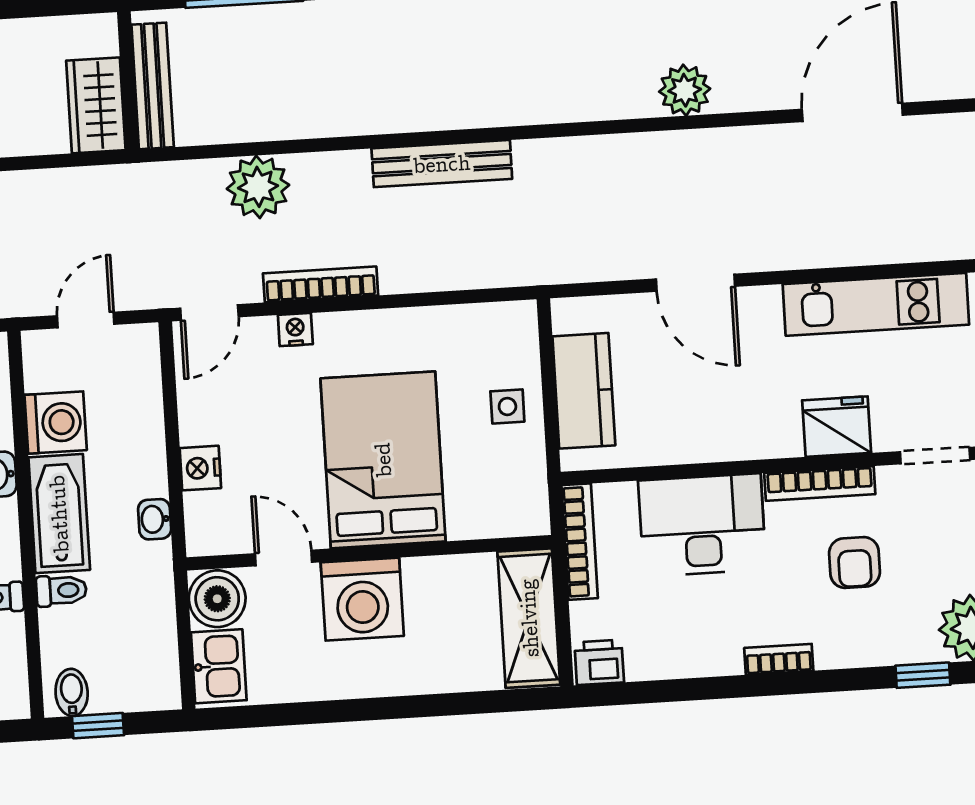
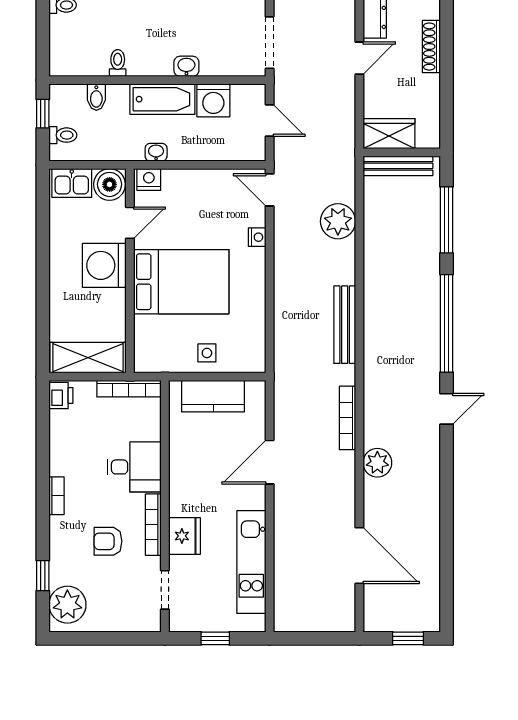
bookcase: (321, 284) -> (347, 418), moved, turned 180
nightstand: (200, 468) -> (149, 179), moved
desk: (702, 525) -> (134, 467), width x0.73
toilet: (61, 590) -> (63, 135), moved, turned -90
bidet: (72, 692) -> (96, 97), moved, turned 90

